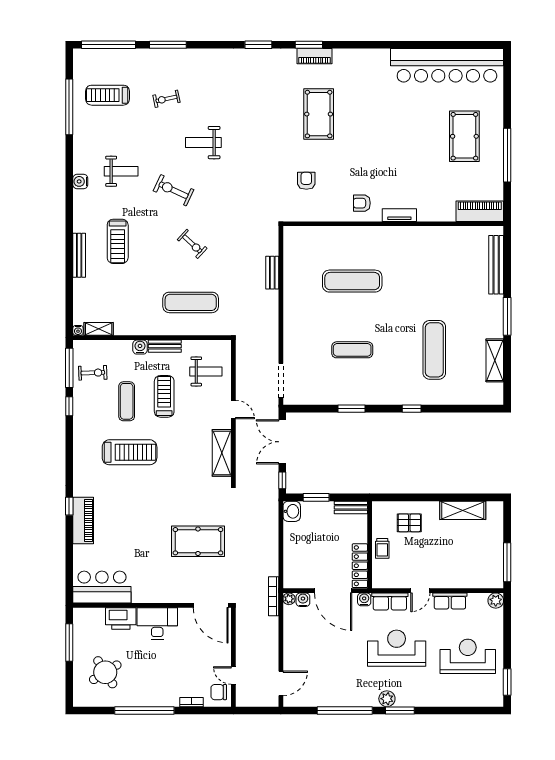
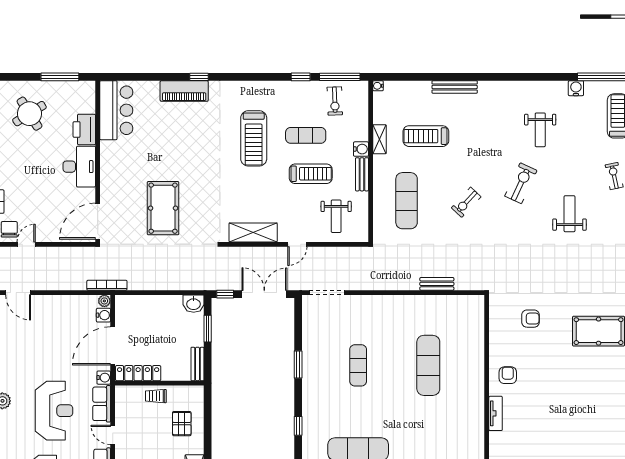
water cooler: (80, 181) -> (576, 88), moved
treadmill: (118, 241) -> (426, 136), moved
shelving: (99, 329) -> (379, 139), moved

